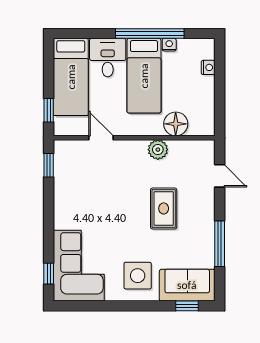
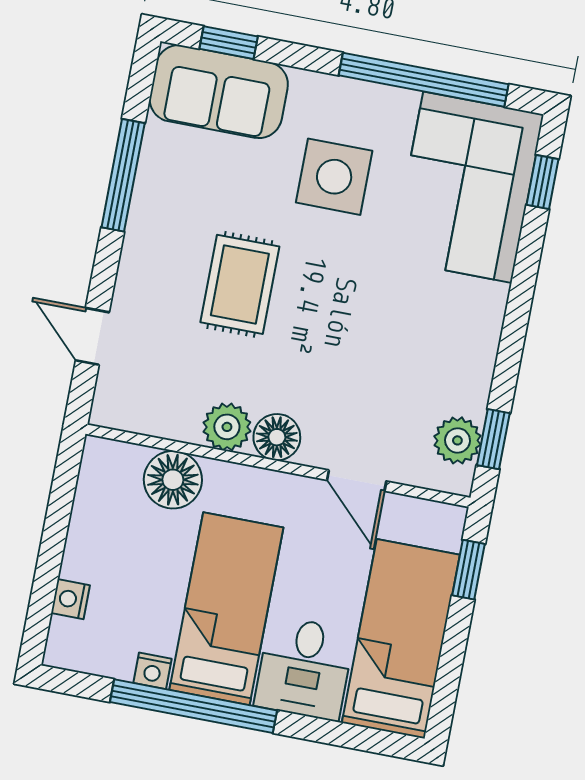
floor lamp: (137, 149) -> (277, 437), added
plant: (63, 162) -> (457, 440), added
side table: (138, 276) -> (334, 177), moved
window: (105, 306) -> (424, 80), added

